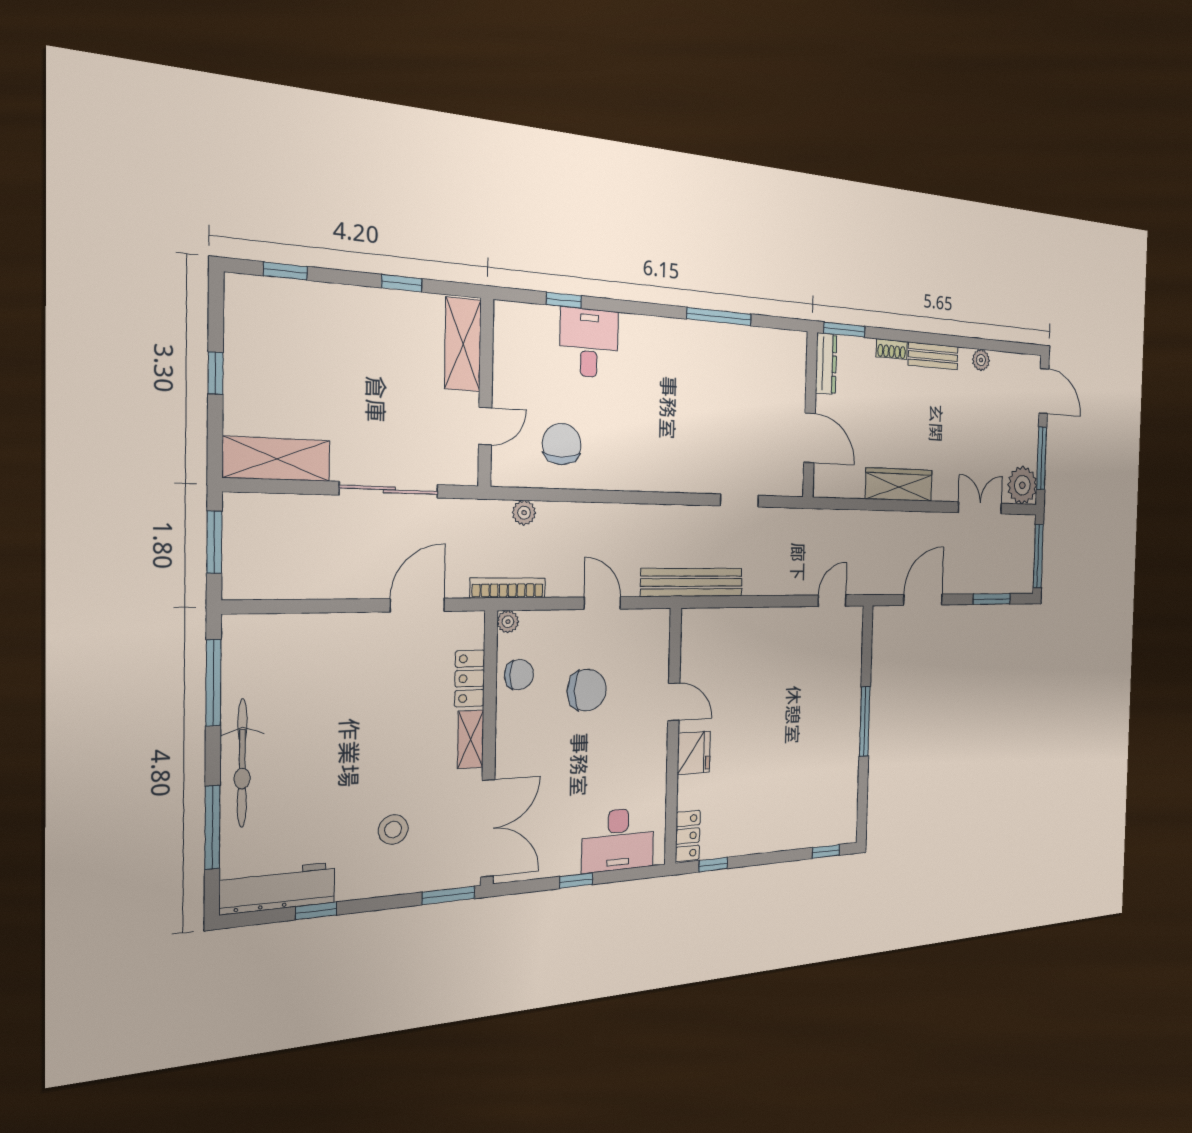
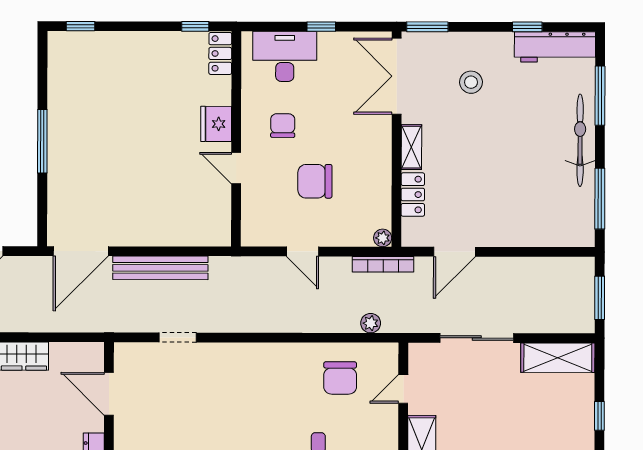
bench: (692, 582) -> (160, 268), moved
door: (832, 601) -> (81, 251), width x1.88
chair: (519, 675) -> (283, 126), moved, turned 90

